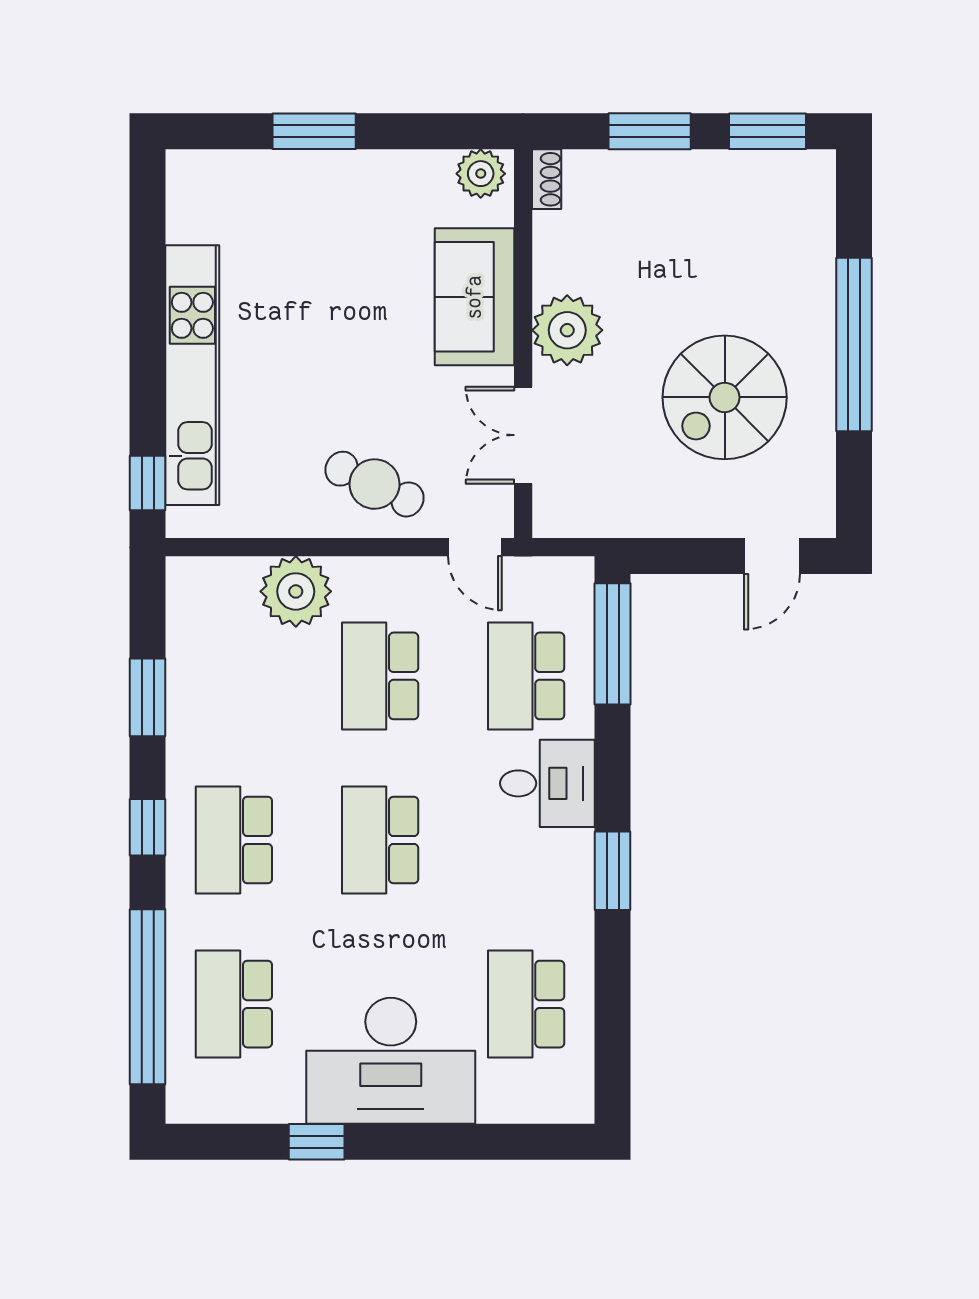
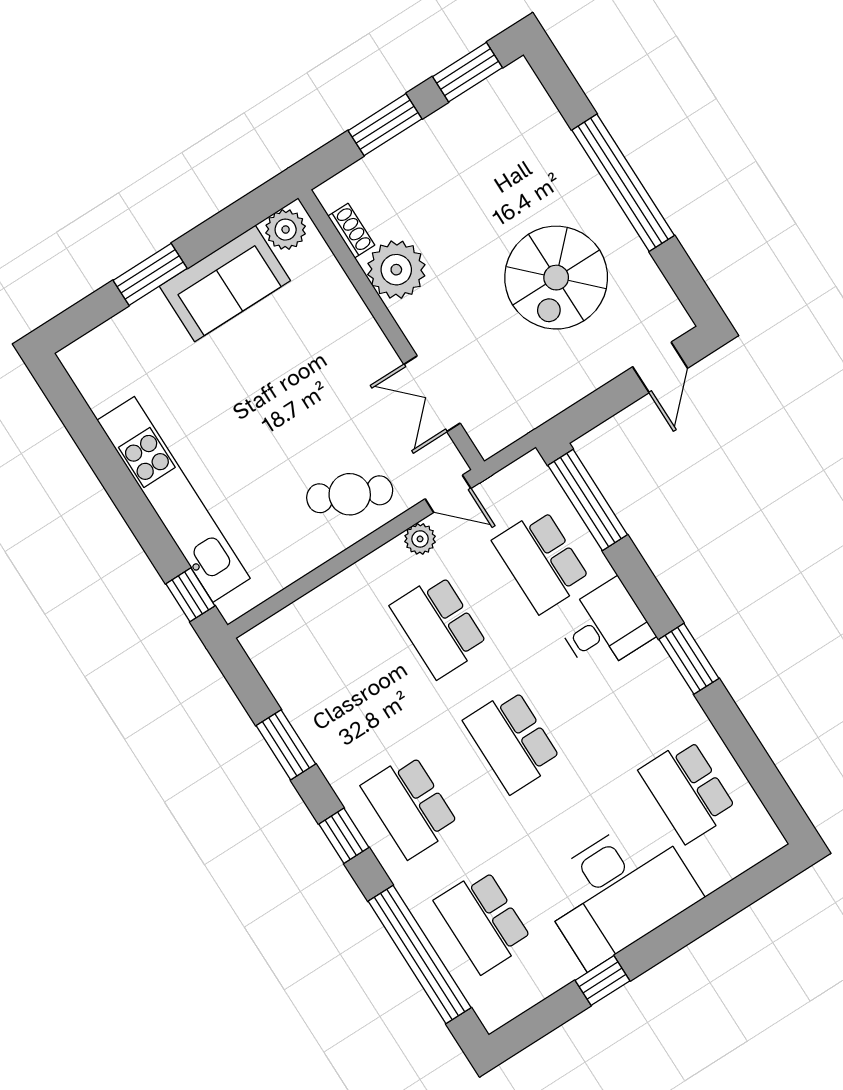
shoe rack: (547, 179) -> (351, 231), moved
sofa: (474, 297) -> (225, 283), moved, turned -90
plant: (567, 330) -> (396, 270), moved
plant: (296, 591) -> (420, 539), moved, width x0.53, depth x0.53

